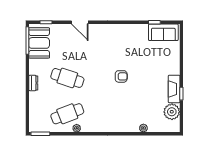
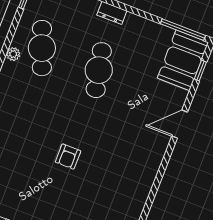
booth: (39, 43) -> (183, 60), moved, turned 90
cafe table: (67, 78) -> (99, 70), turned -30

